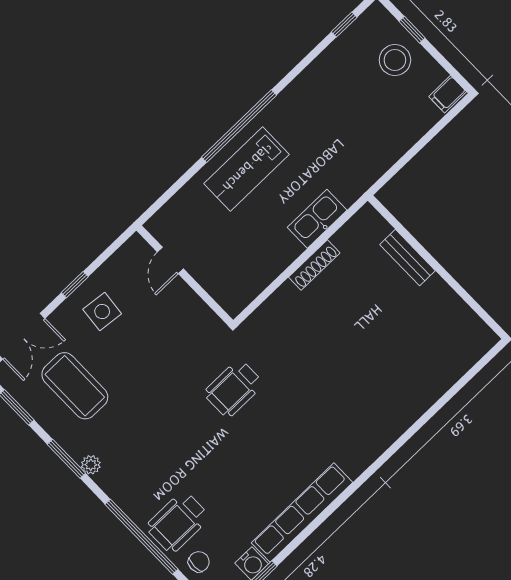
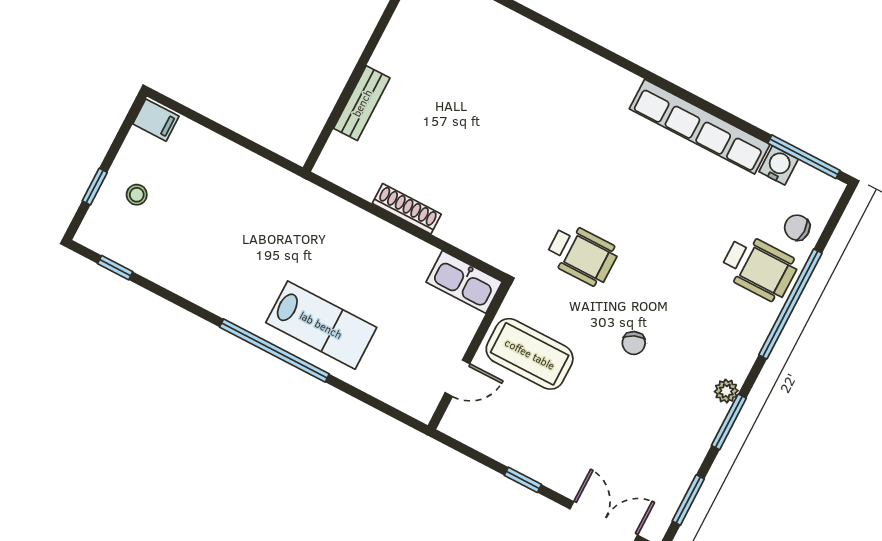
stool: (395, 60) -> (137, 195), width x0.53, depth x0.53
kitchen sink: (317, 219) -> (464, 282), moved
side table: (102, 311) -> (543, 438), removed
coffee table: (75, 386) -> (530, 354), moved, turned 90
chair: (152, 406) -> (634, 343), added

